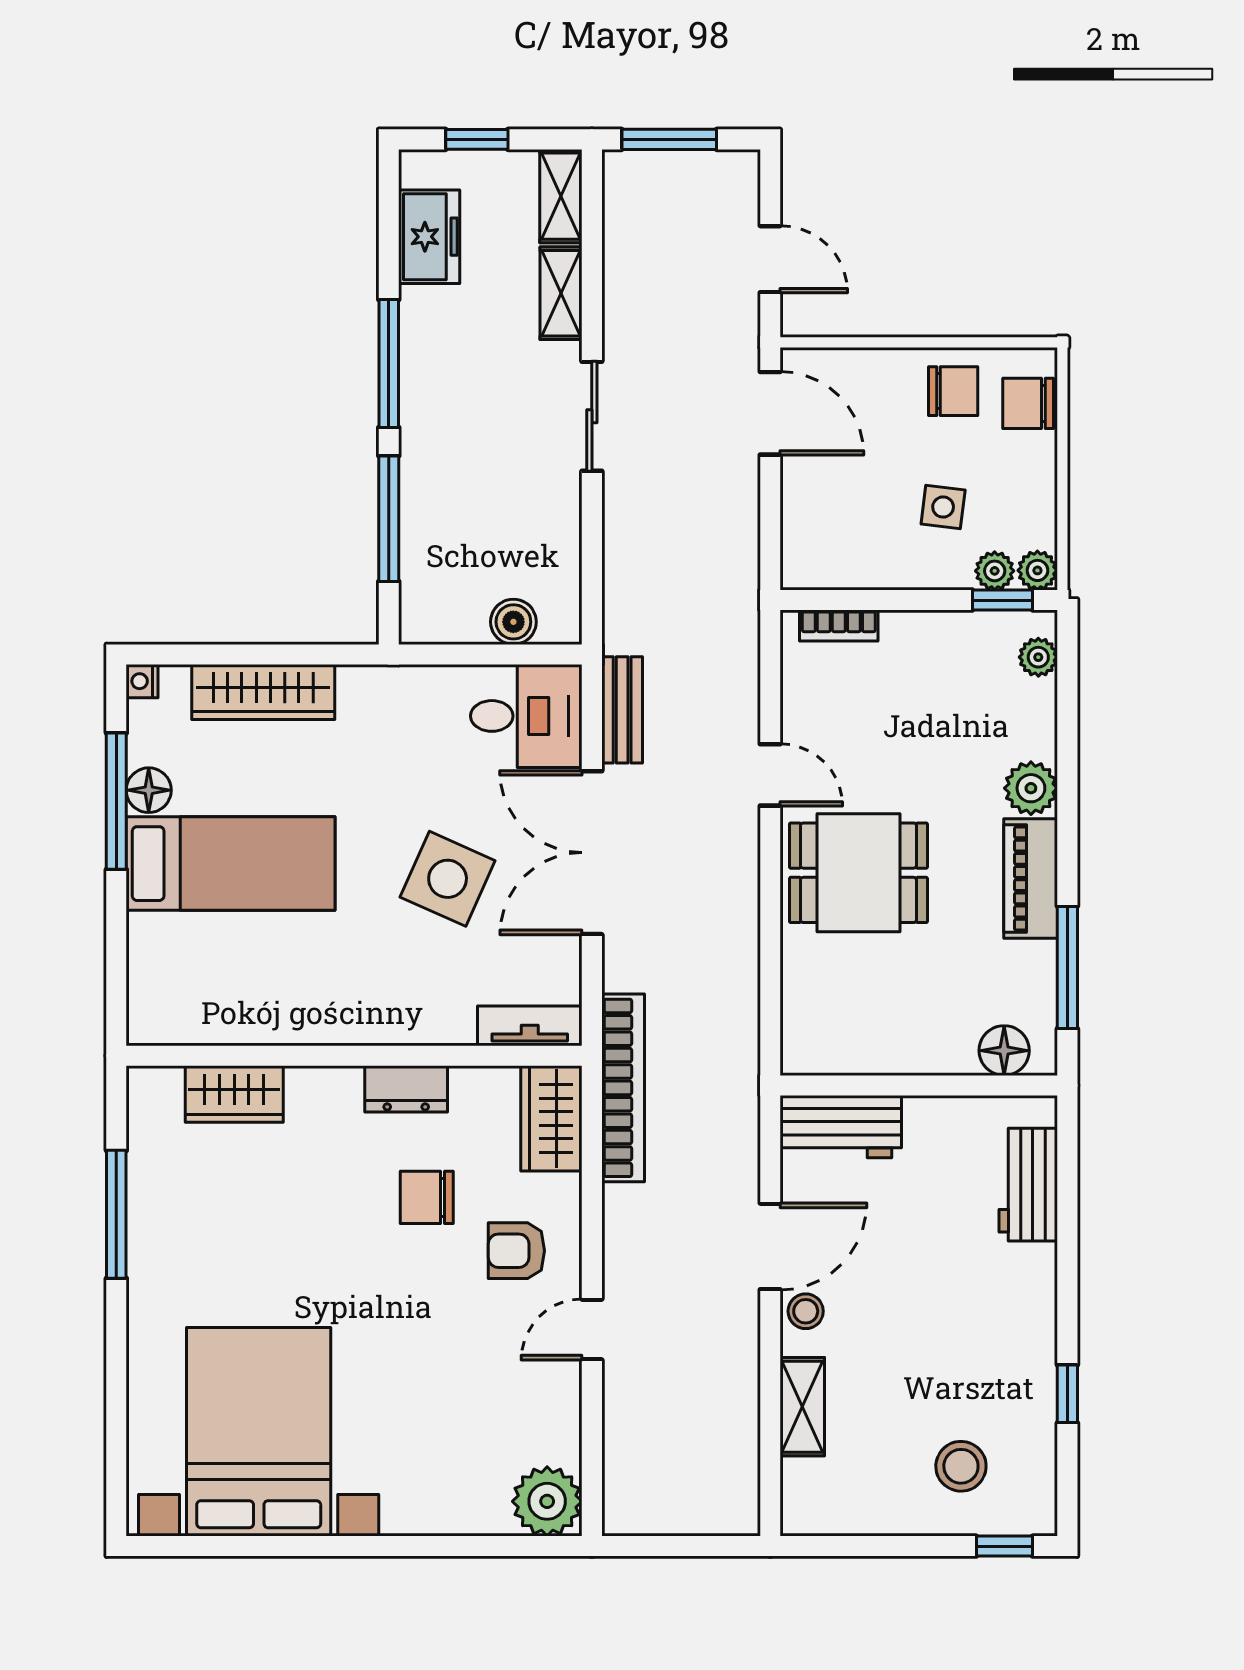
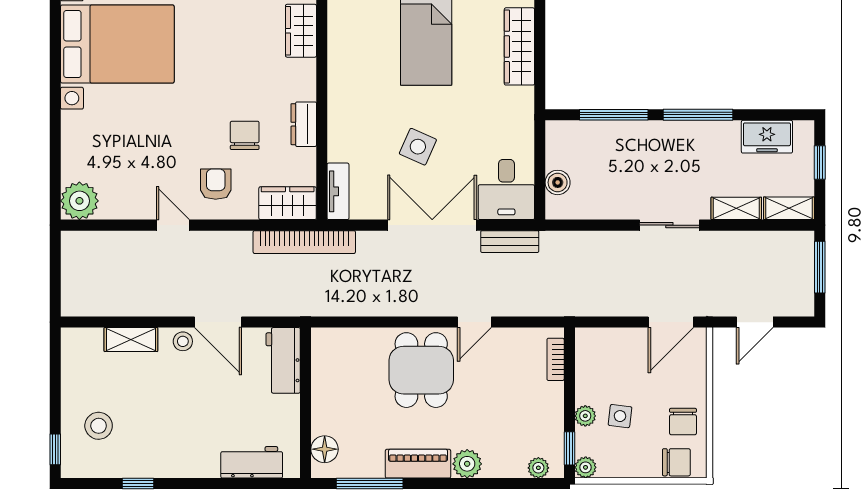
chair: (1028, 403) -> (676, 462), turned 90
plant: (995, 571) -> (585, 416), moved
side table: (448, 879) -> (418, 147), width x0.73, depth x0.73

